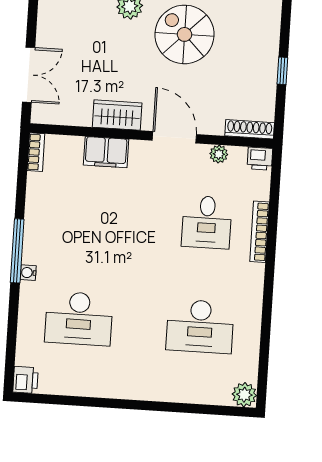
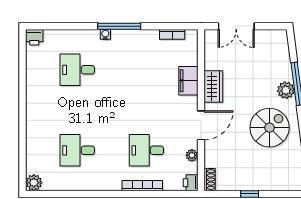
shoe rack: (250, 129) -> (210, 180), width x0.70
bookcase: (36, 152) -> (172, 34), moved
desk: (79, 318) -> (77, 70), width x0.73
desk: (200, 326) -> (77, 150), width x0.73

